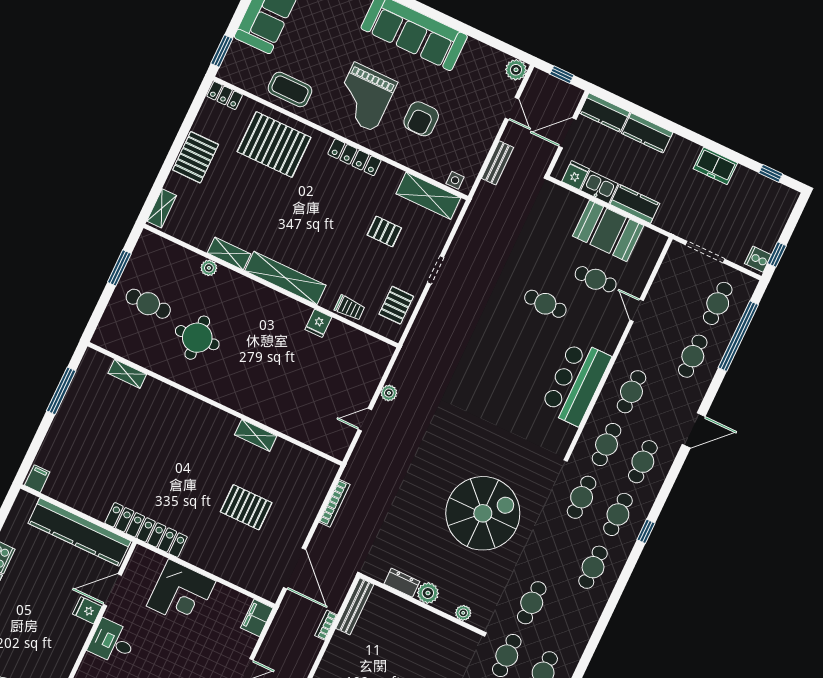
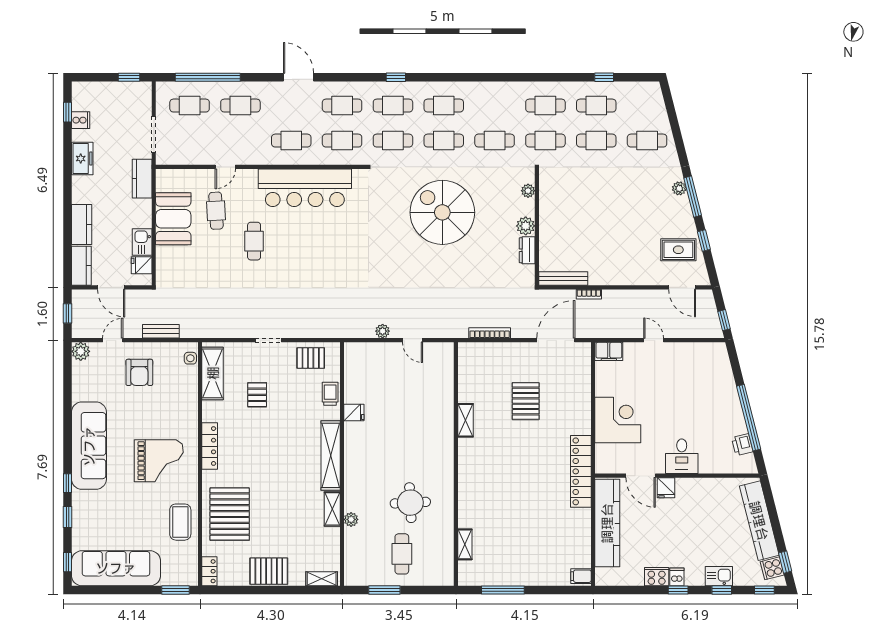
armchair: (421, 119) -> (139, 372), moved, turned 90
kitchen counter: (635, 204) -> (142, 179), moved
cooker: (758, 259) -> (81, 120), moved, turned -90
bar counter: (576, 383) -> (305, 188), width x1.36
cafe table: (557, 550) -> (444, 141), added

